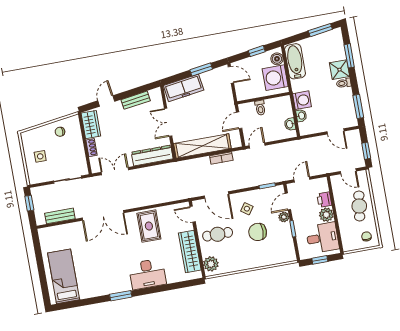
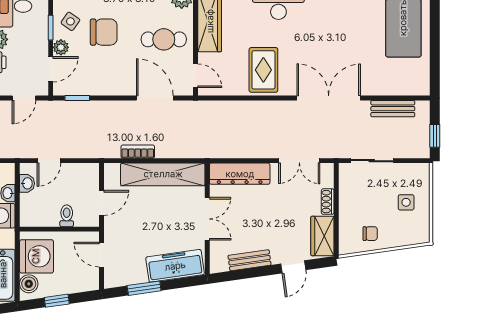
door: (231, 75) -> (101, 255), moved
door: (257, 145) -> (49, 161), moved
side table: (247, 209) -> (70, 21), moved

